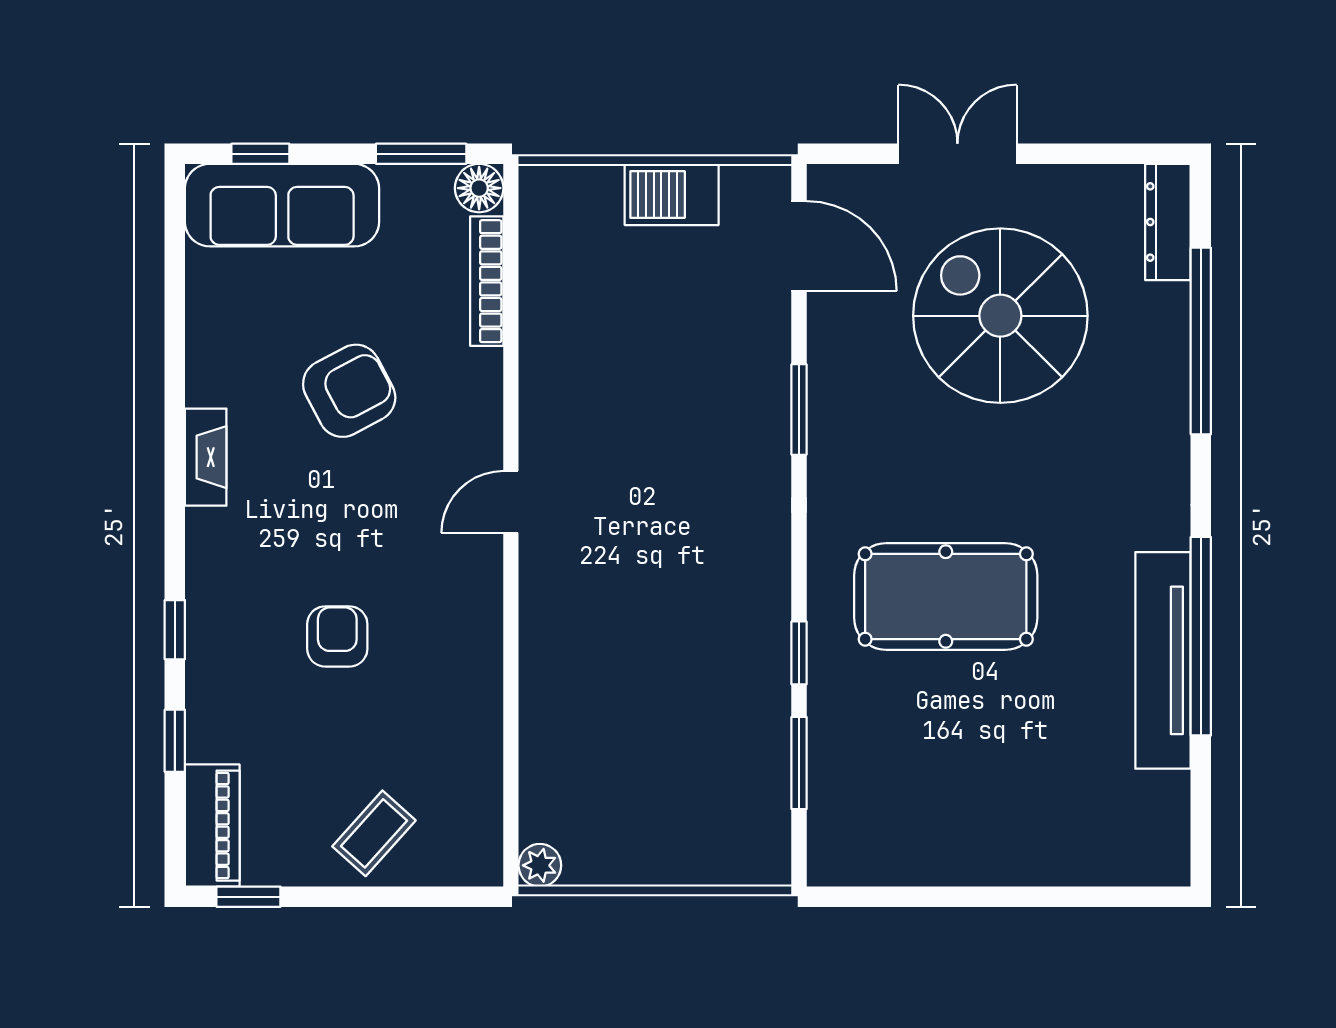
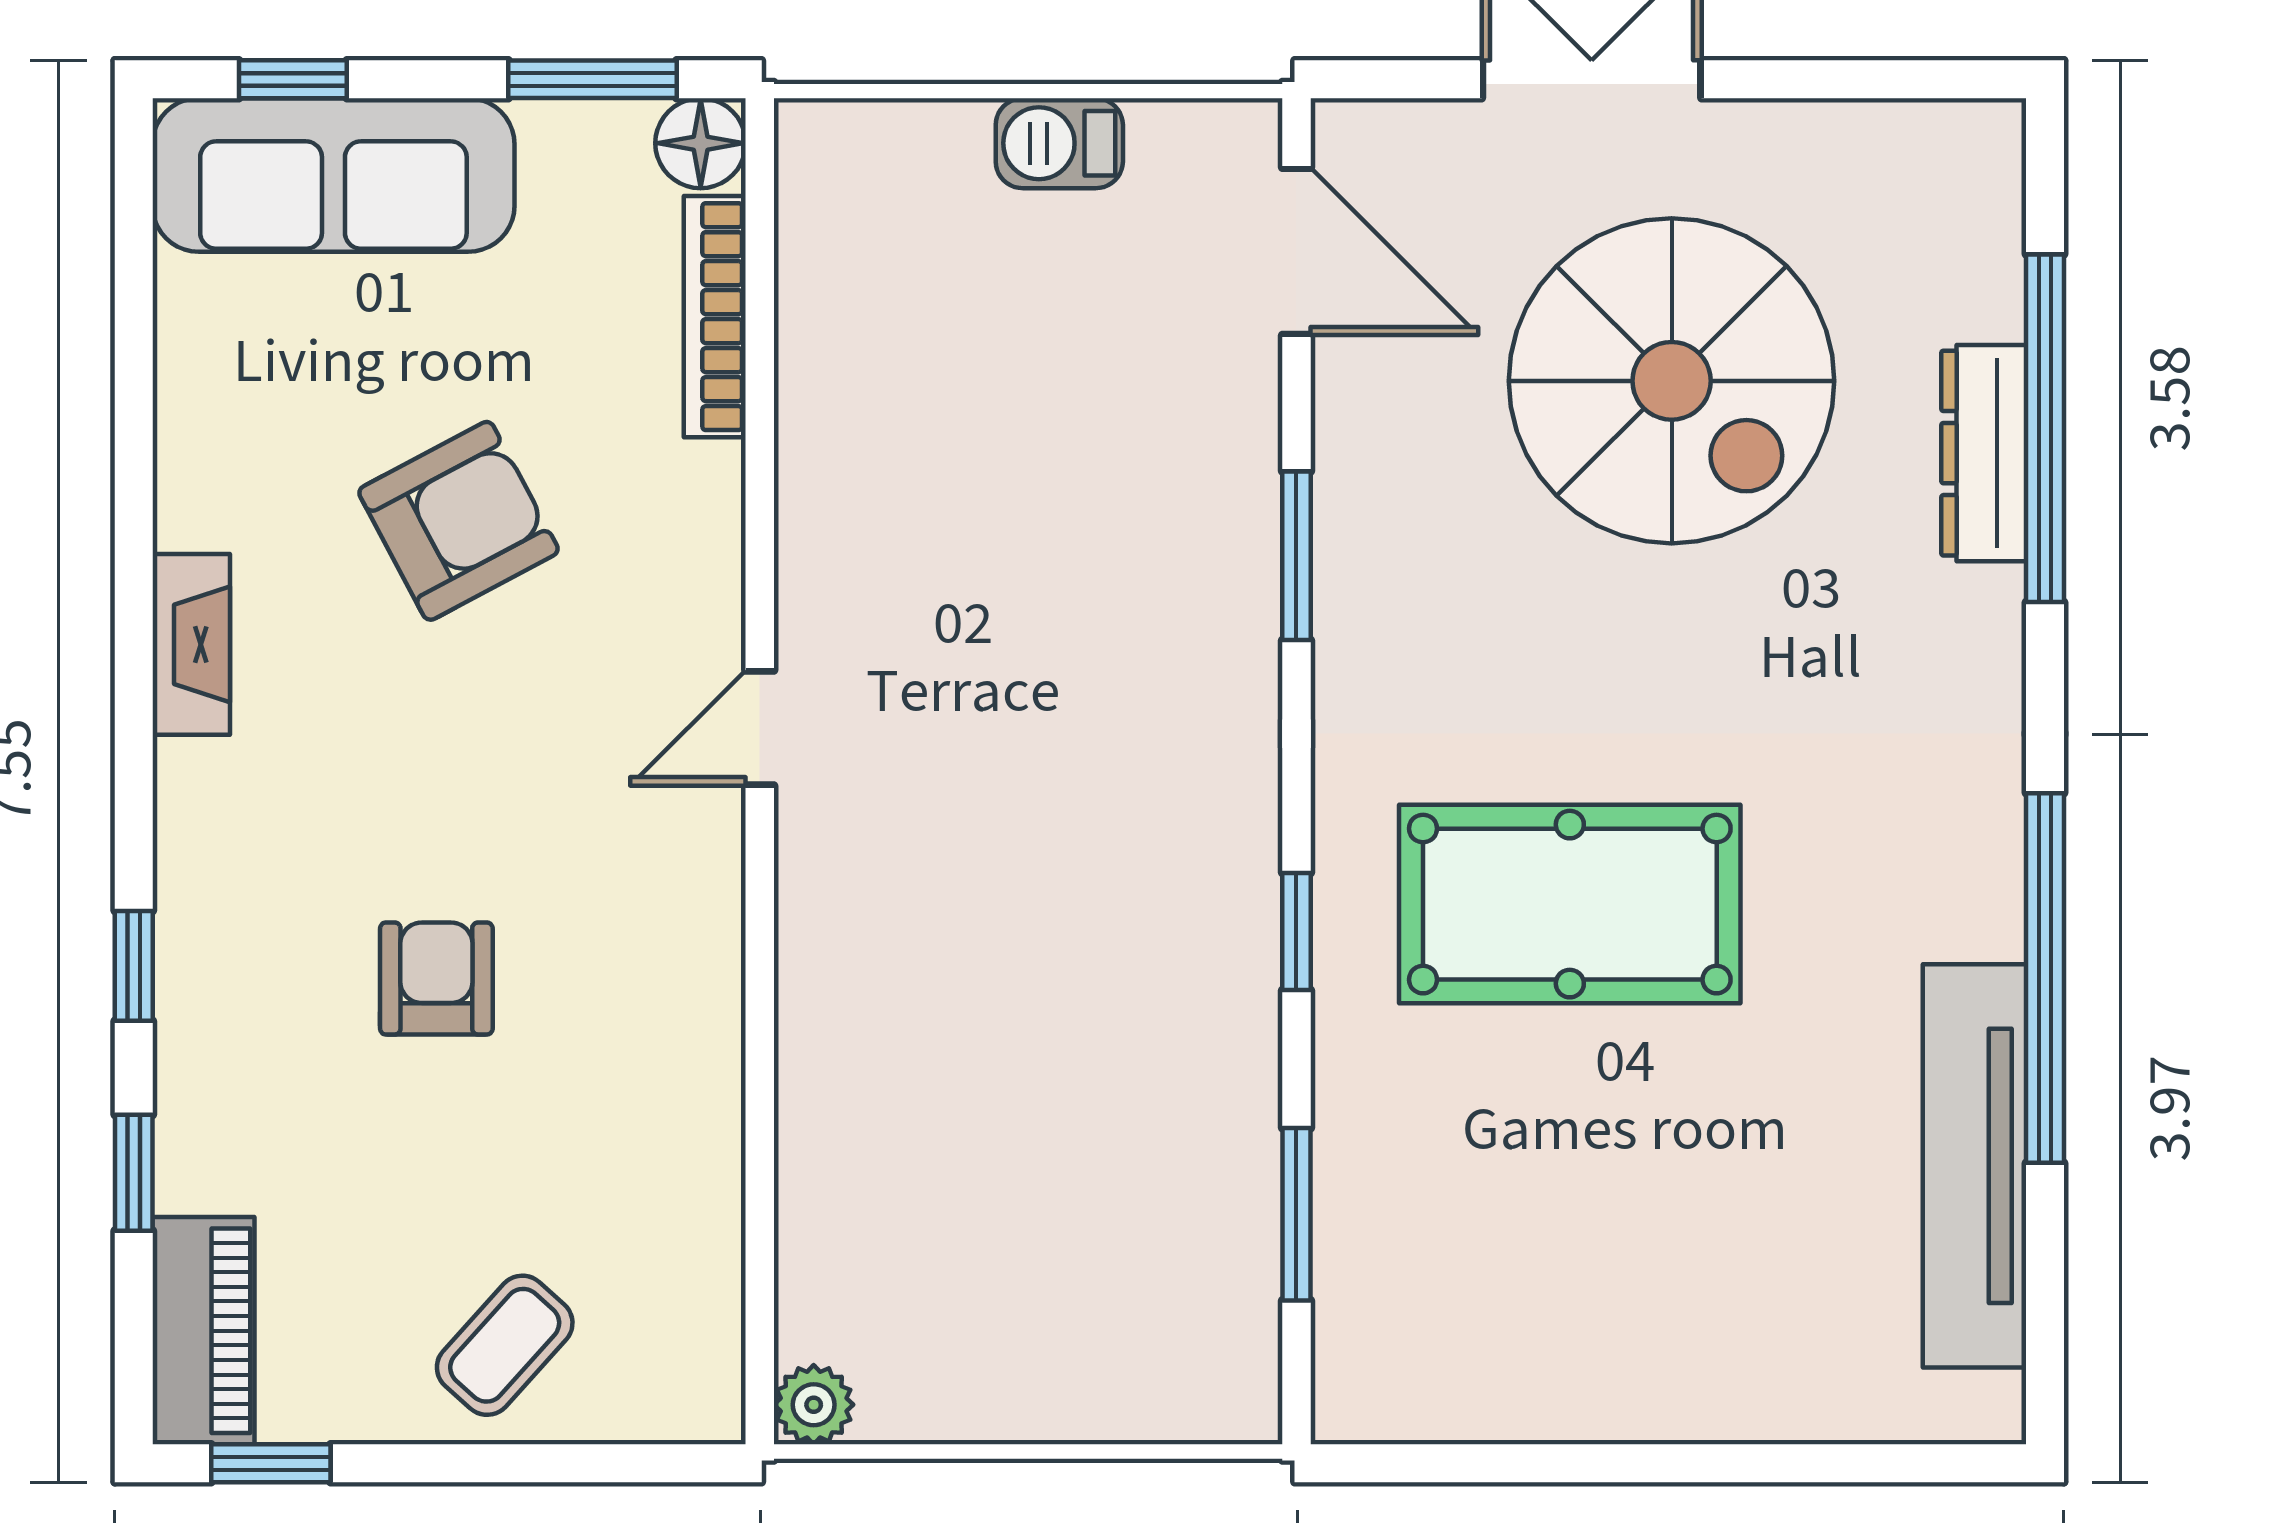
barbecue: (672, 194) -> (1059, 143), width x0.73, depth x0.79
dresser: (1168, 222) -> (1984, 453), moved
spiral stairs: (1000, 316) -> (1672, 381), turned 180
window: (799, 653) -> (1296, 932), moved
tv unit: (1163, 660) -> (1974, 1166), moved

